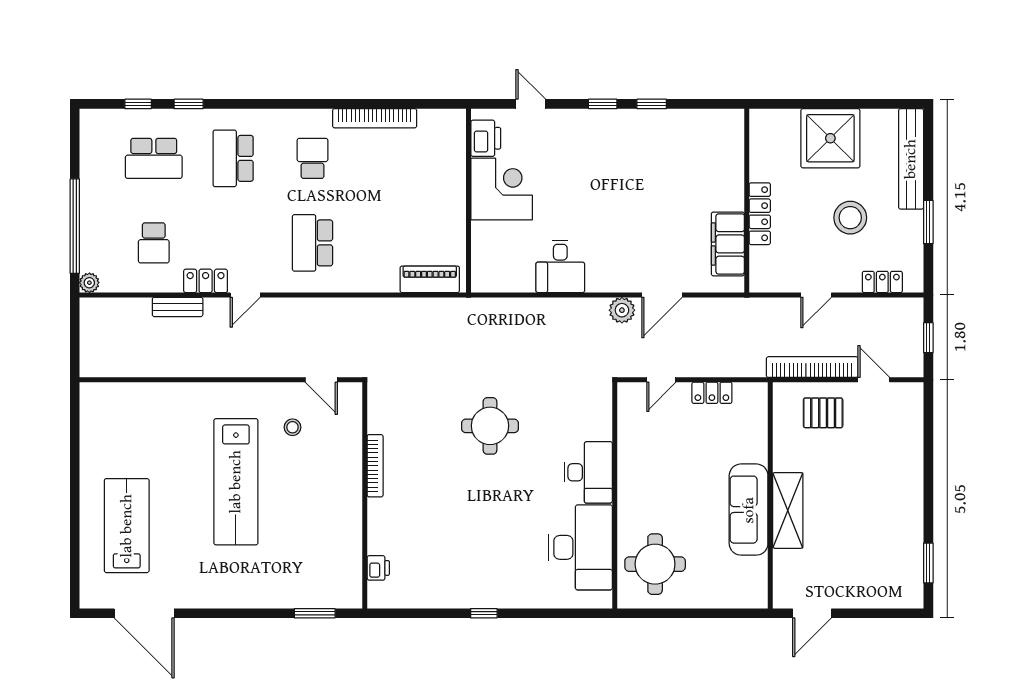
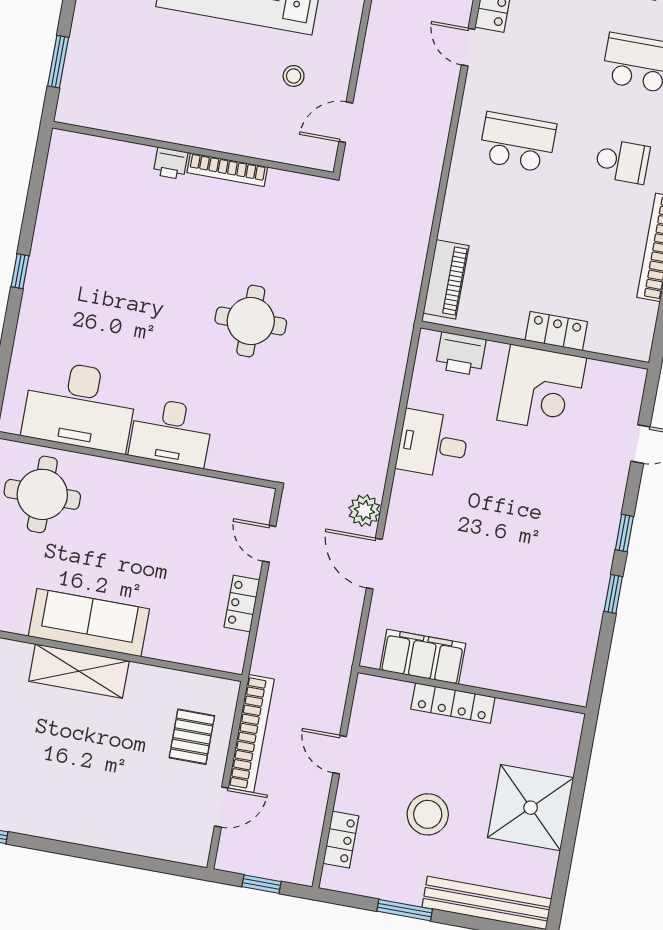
printer: (486, 138) -> (461, 354), moved
locker: (454, 186) -> (556, 331), added
printer: (378, 568) -> (170, 163), moved

